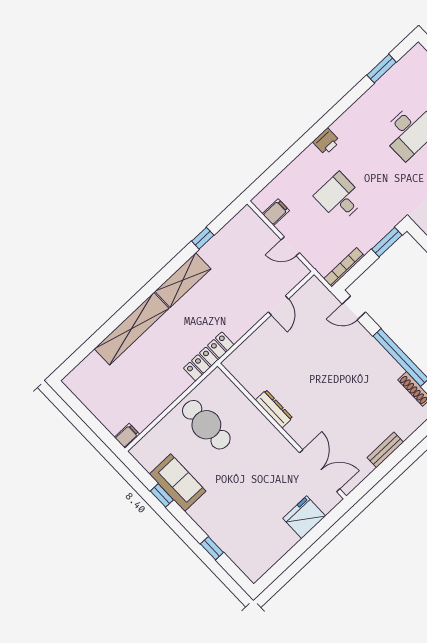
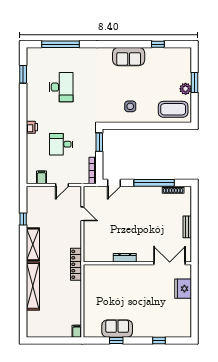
cafe table: (206, 425) -> (104, 293), removed

